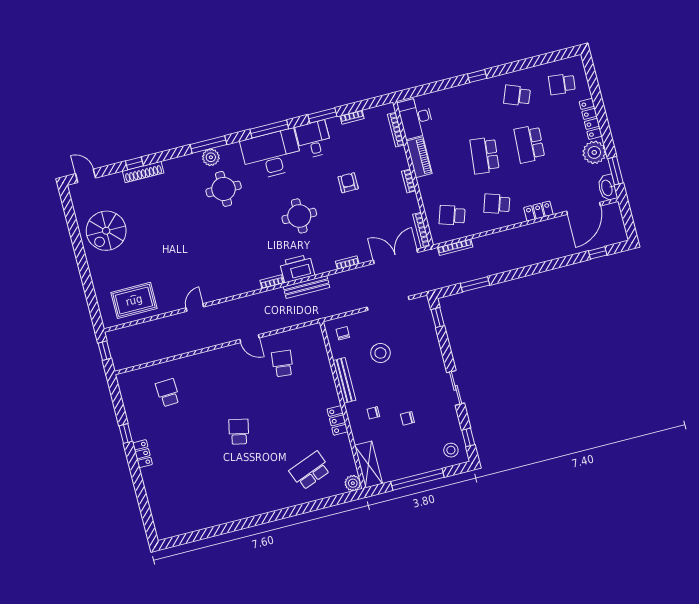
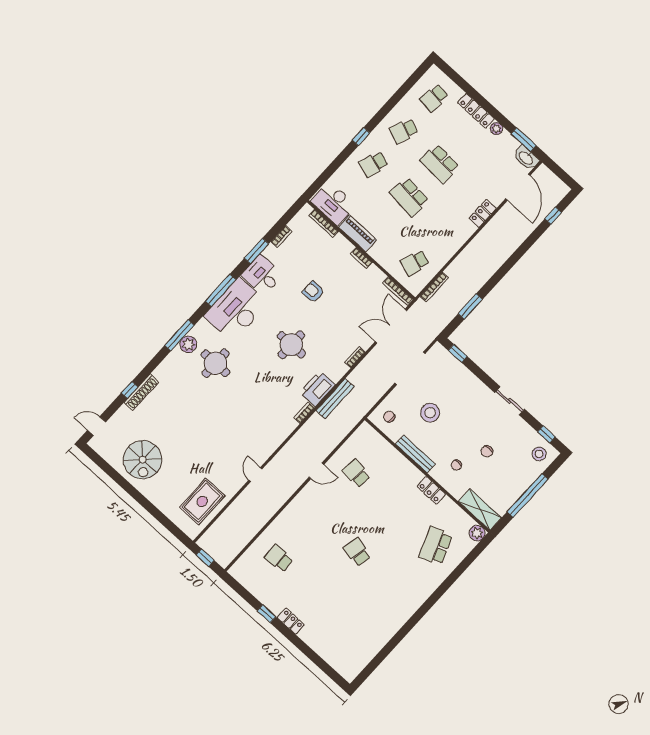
plant: (594, 152) -> (496, 129), width x0.53, depth x0.53
school desk: (497, 204) -> (374, 164), moved

